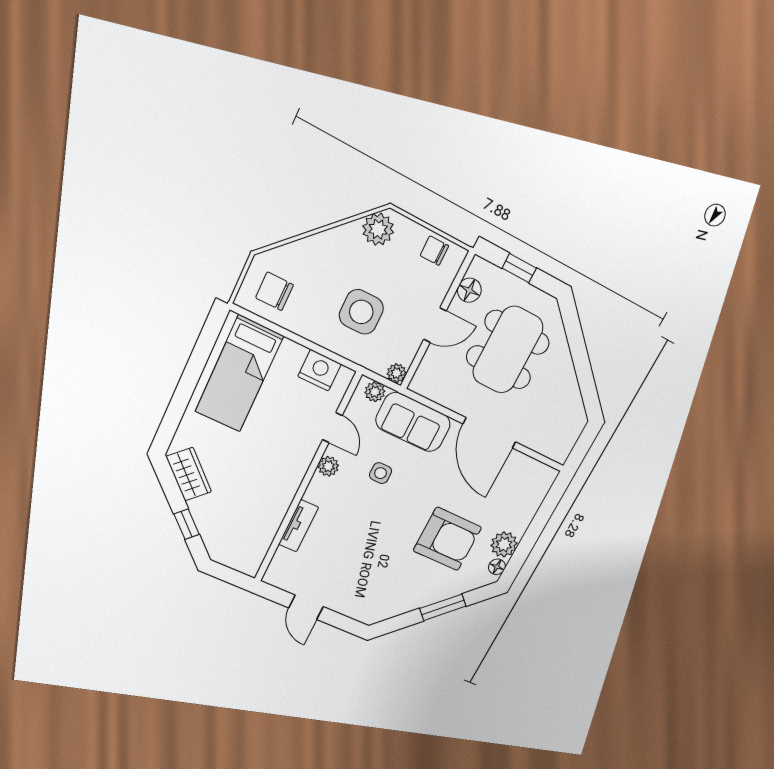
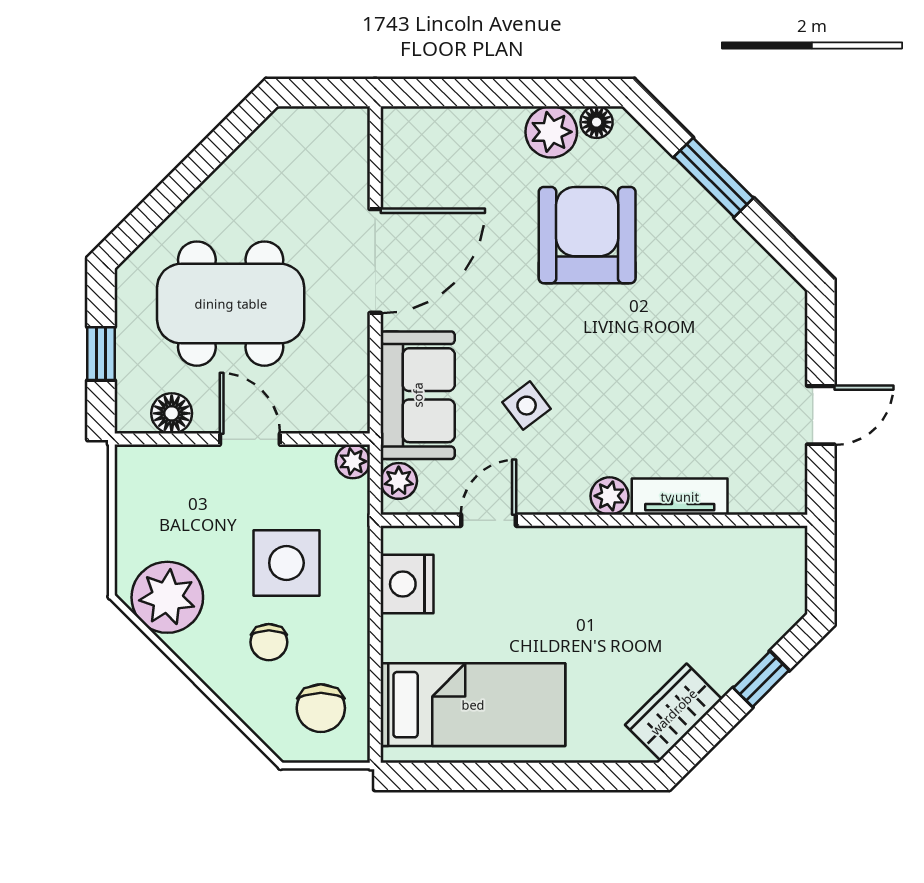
plant: (378, 229) -> (167, 597), width x1.36, depth x1.36
chair: (434, 251) -> (269, 642), moved
plant: (328, 466) -> (610, 496), moved
side table: (381, 473) -> (527, 406), turned -37

